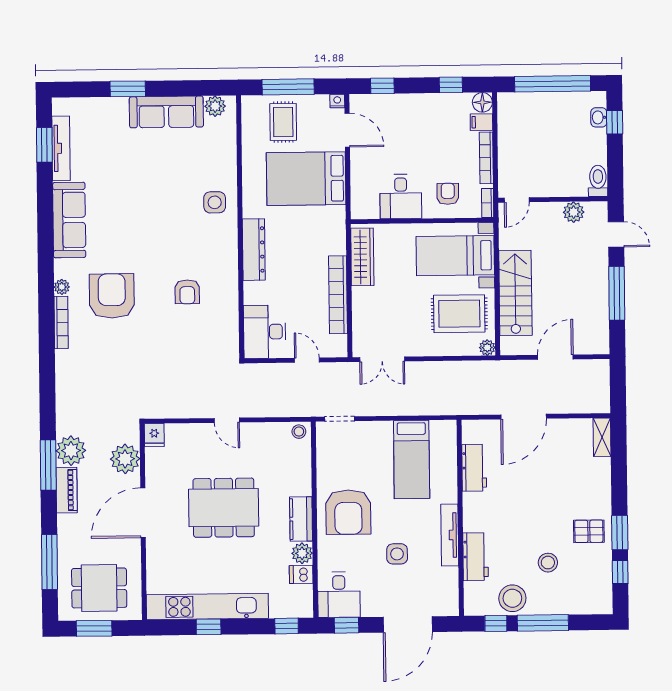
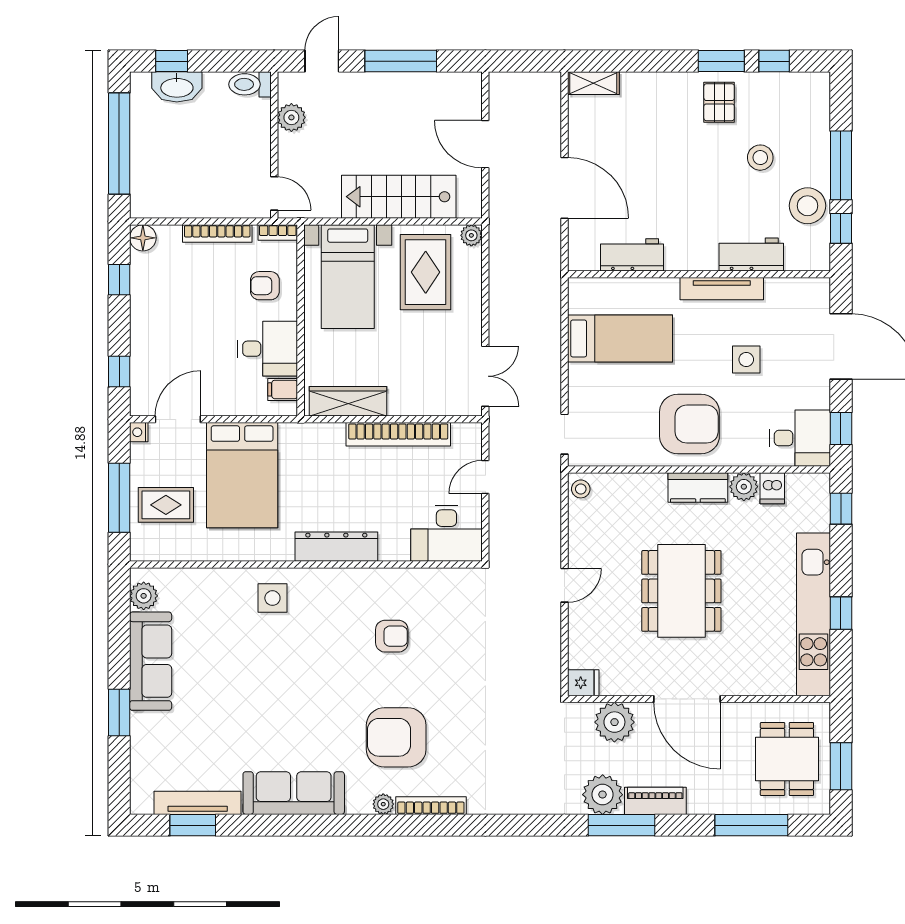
washbasin: (599, 117) -> (177, 87), width x1.91, depth x1.45
filing cabinet: (481, 122) -> (283, 389), moved, turned 90

